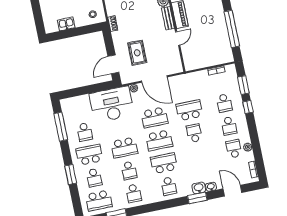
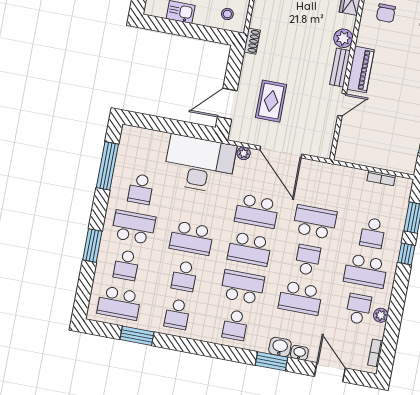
school desk: (229, 126) -> (366, 271), width x1.85
school desk: (199, 156) -> (300, 298), added

